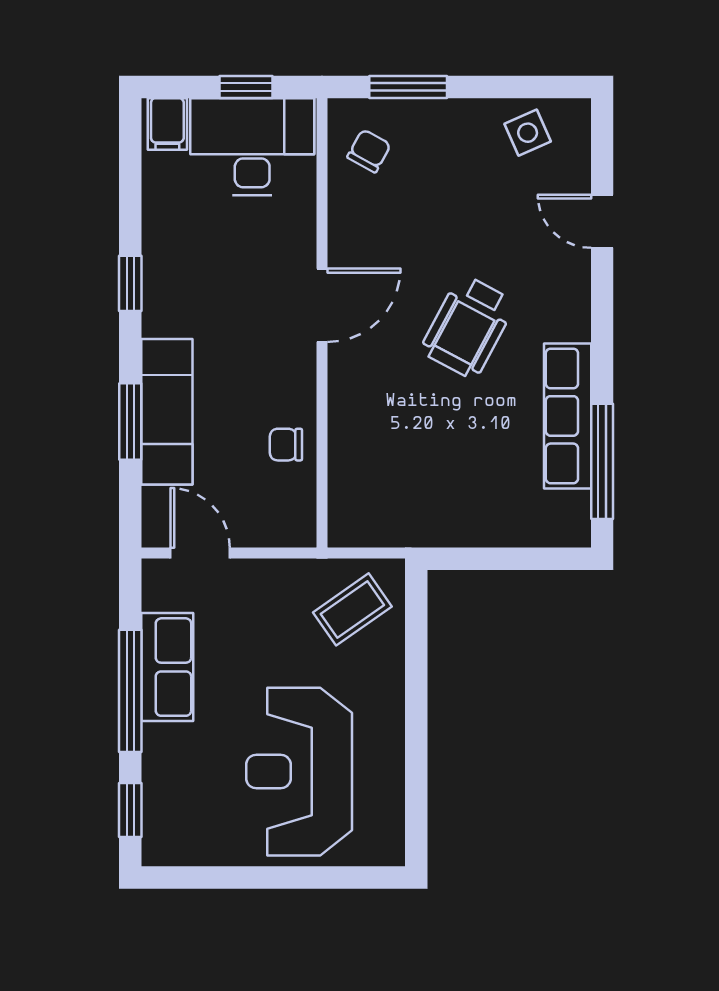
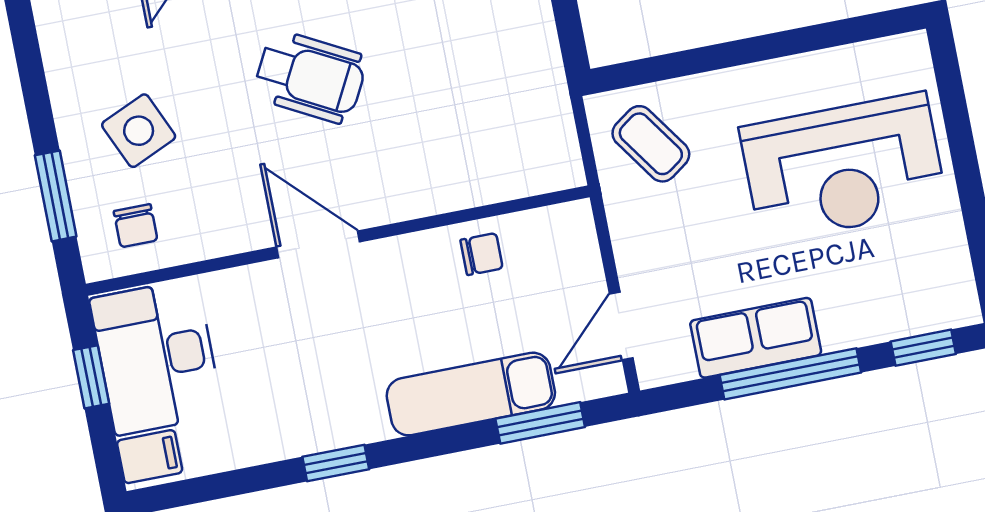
side table: (528, 133) -> (139, 131), moved, width x1.37, depth x1.37
chair: (369, 151) -> (136, 226), turned -119
window: (130, 421) -> (540, 423), moved
chair: (286, 445) -> (482, 254), turned -90

